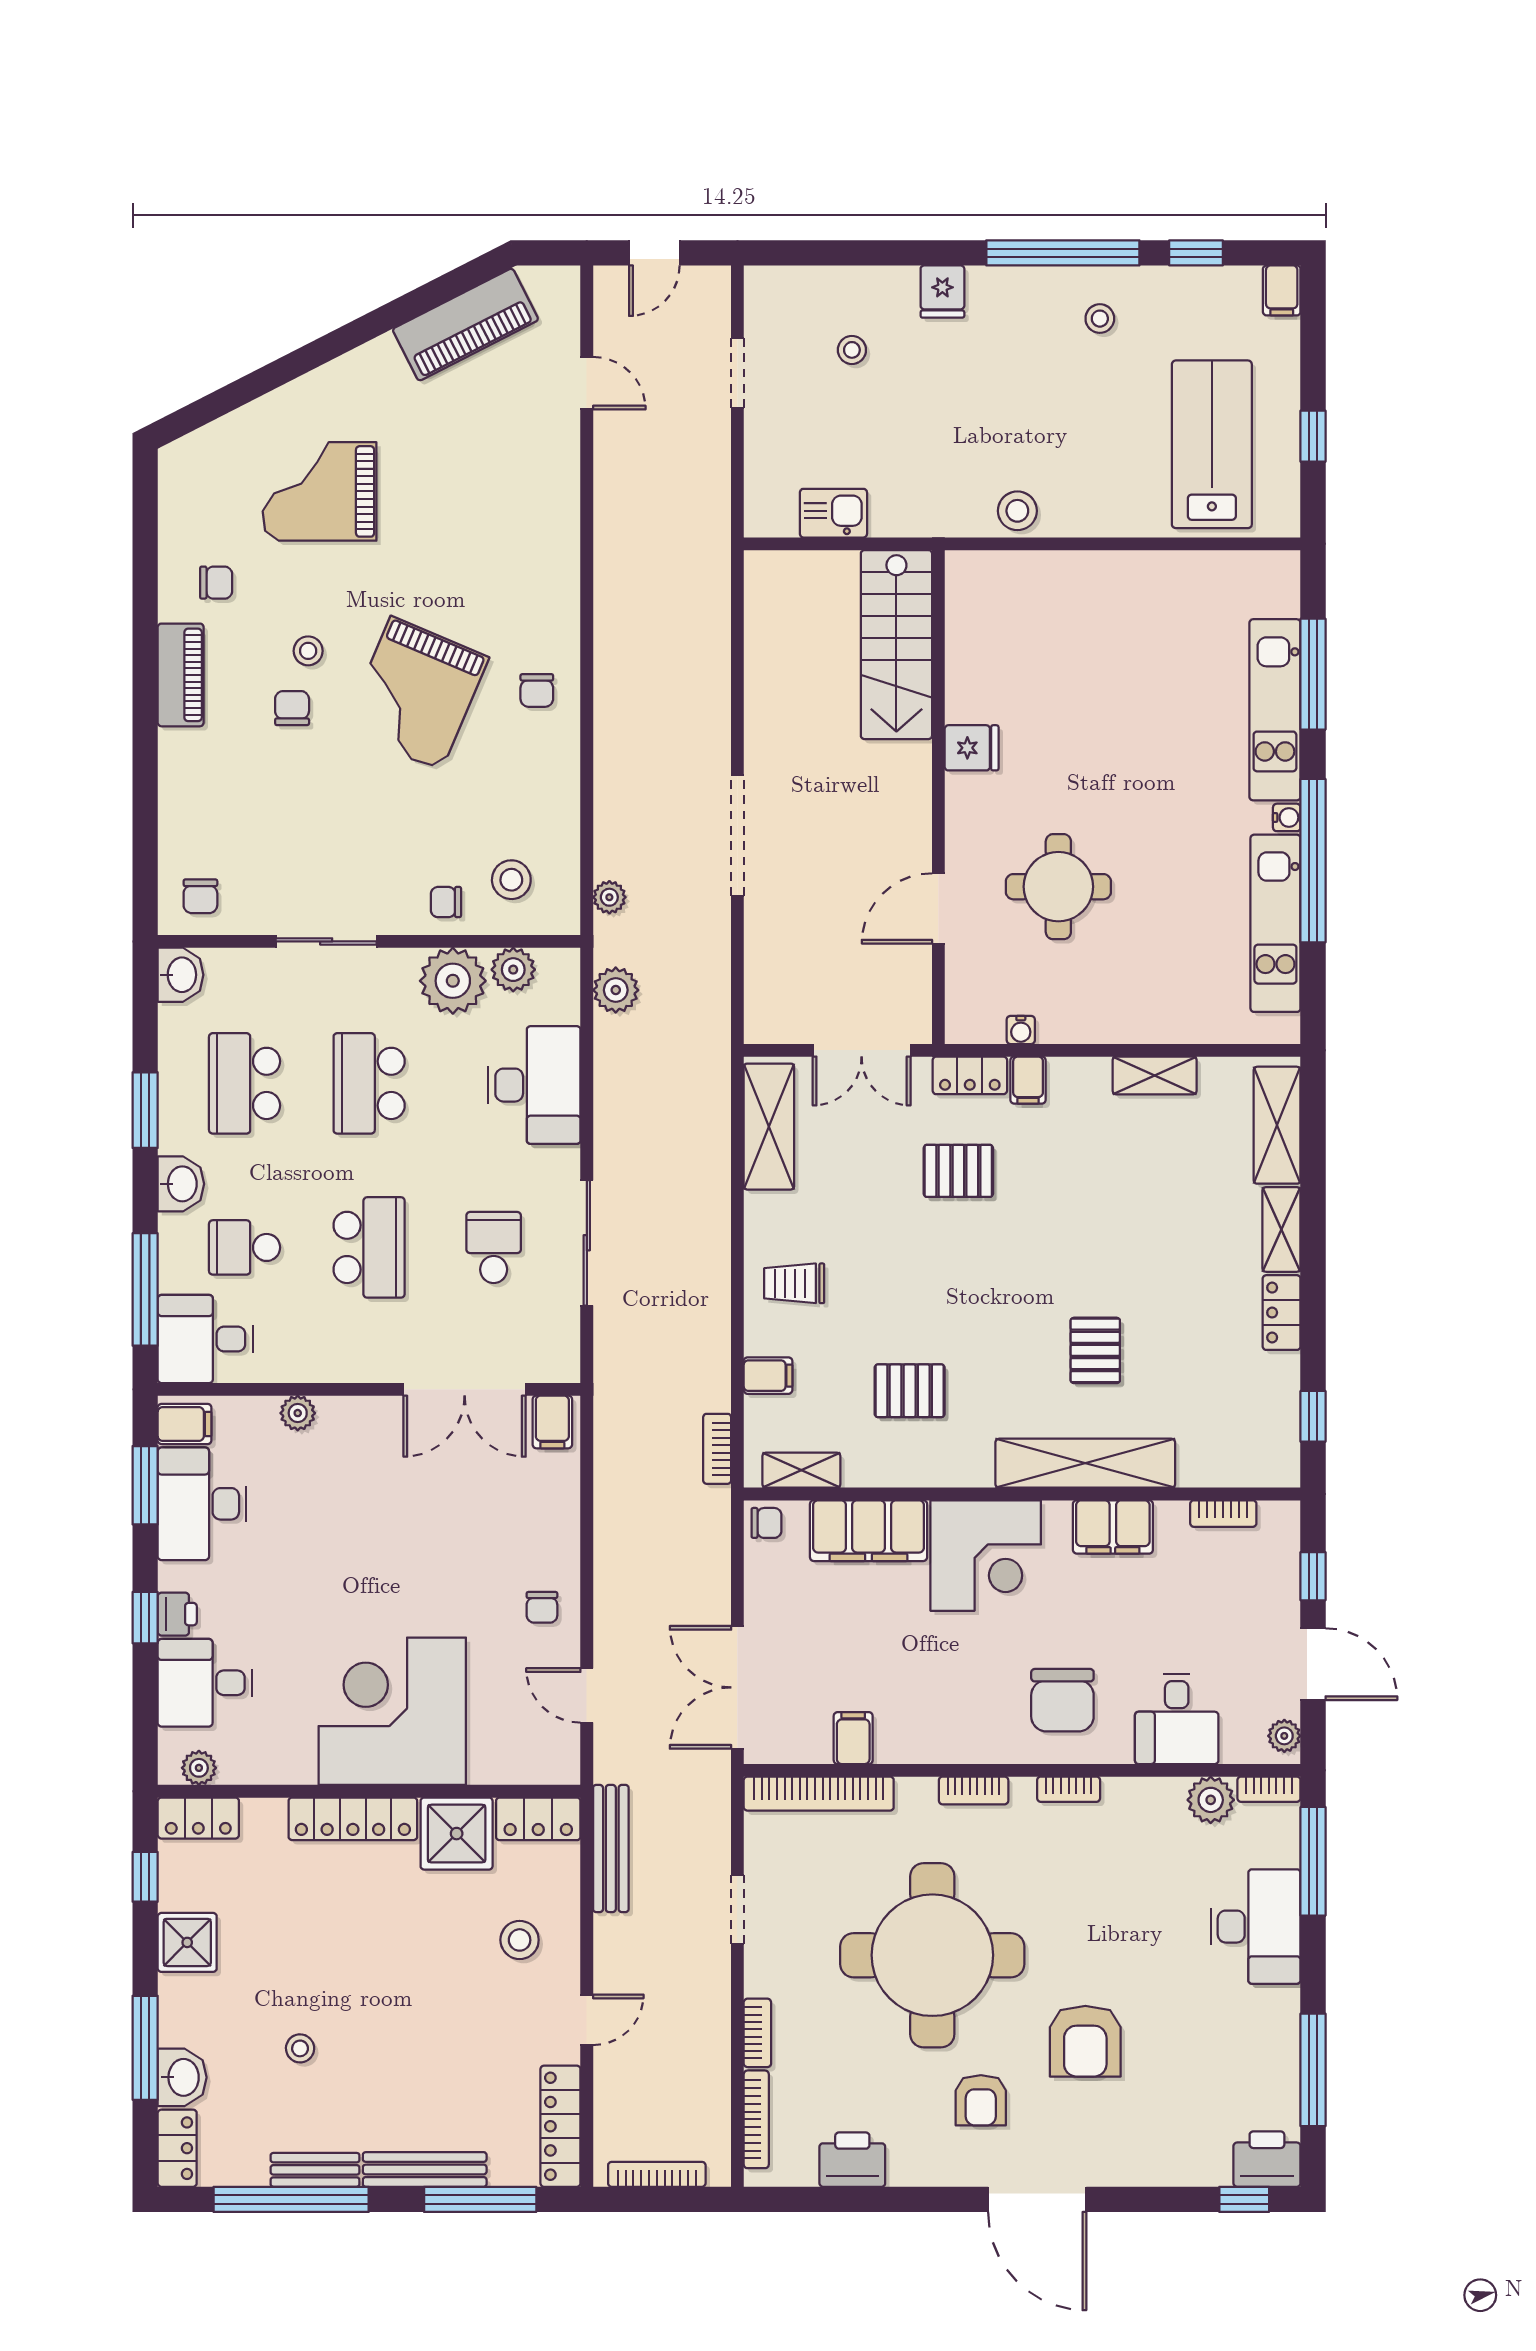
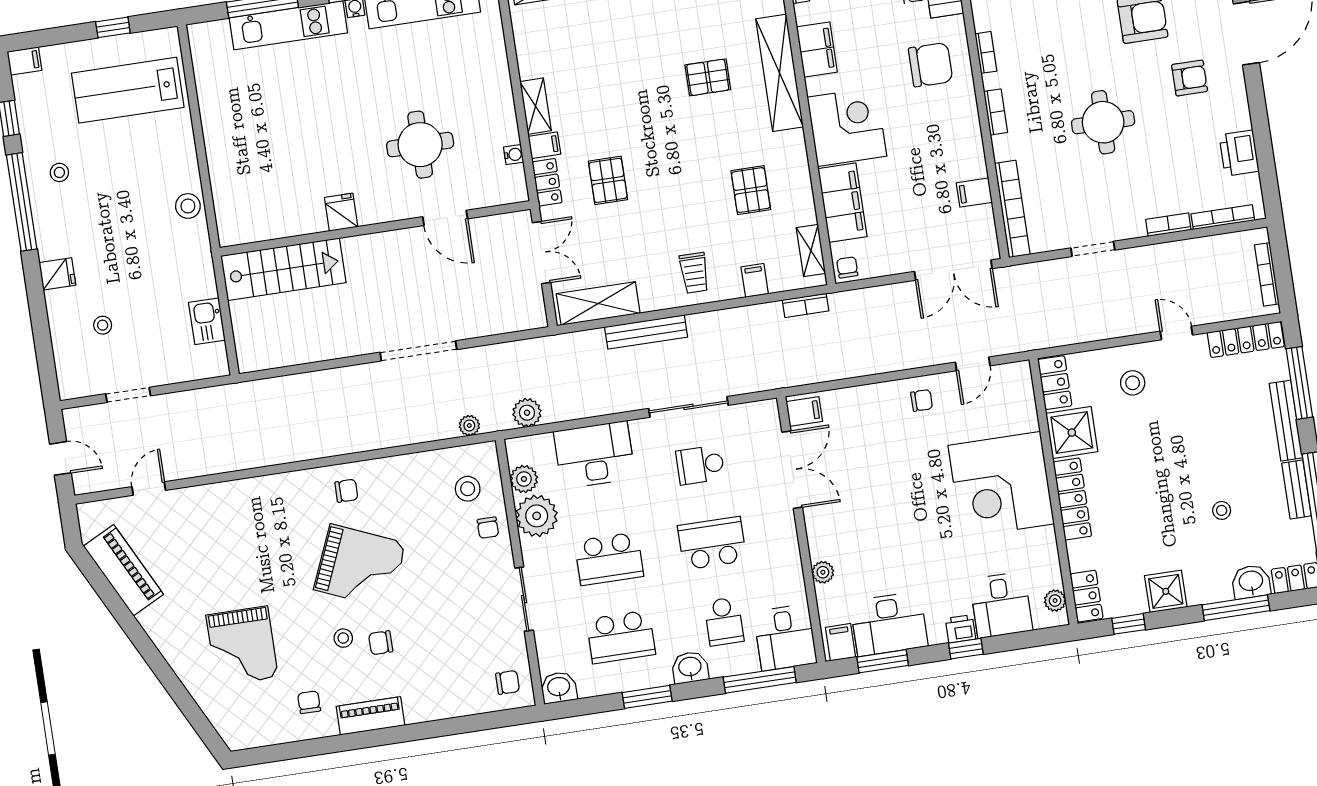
shelving: (1155, 1075) -> (536, 106), moved
bench: (611, 1849) -> (646, 332), moved
round table: (932, 1955) -> (1103, 122), width x0.54, depth x0.54

